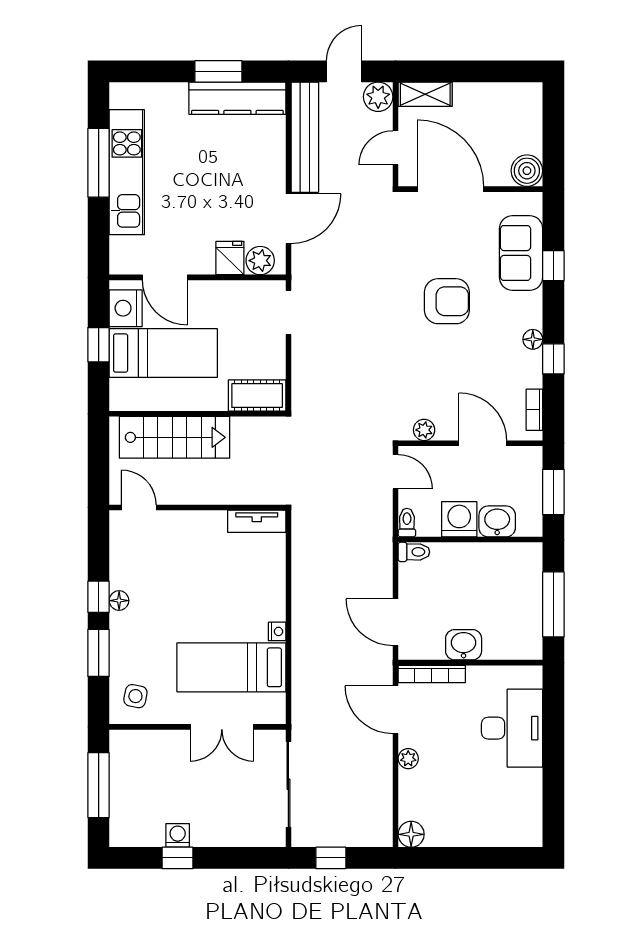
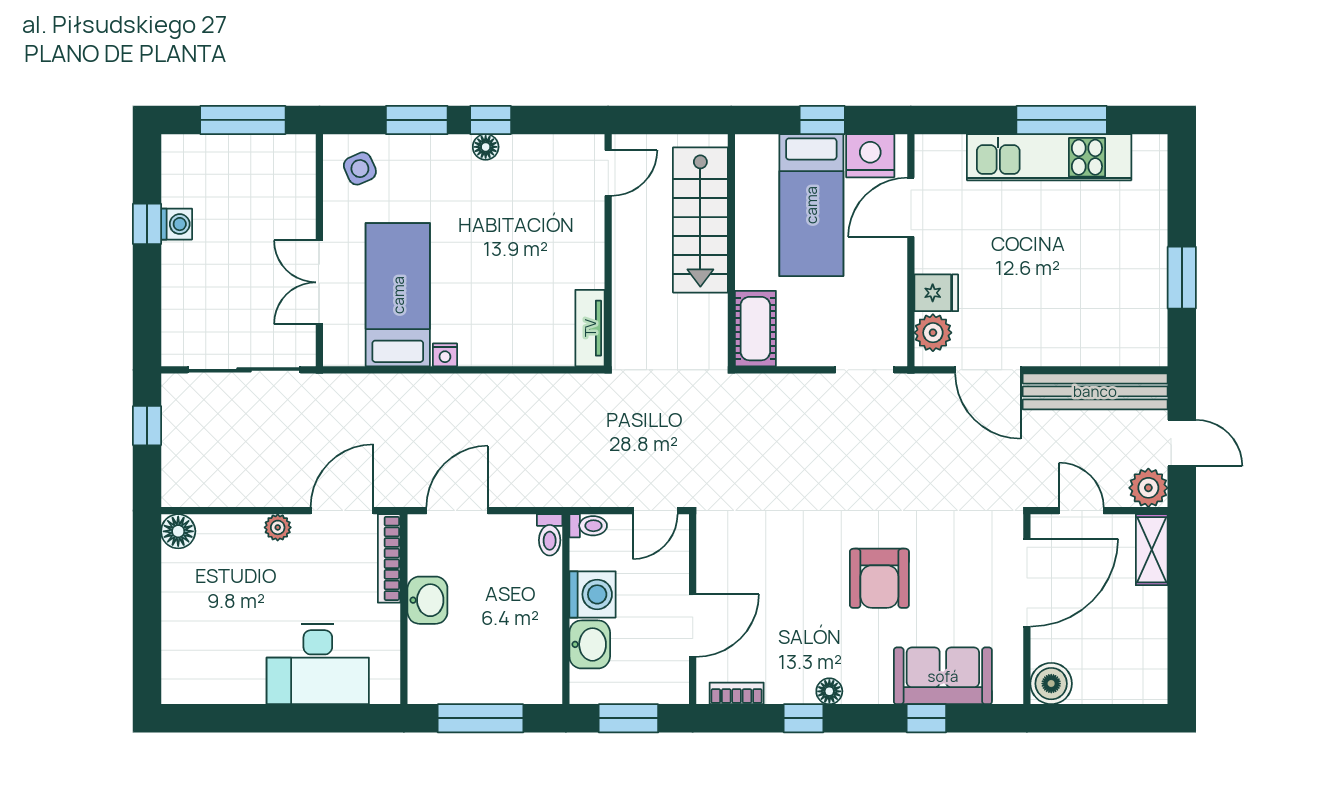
kitchen counter: (237, 98) -> (1146, 303), removed
plant: (424, 430) -> (710, 548), removed
side table: (135, 696) -> (360, 169), turned -35

